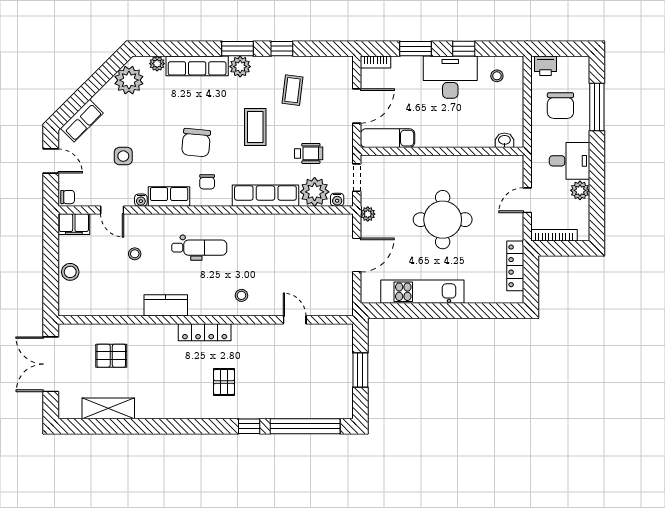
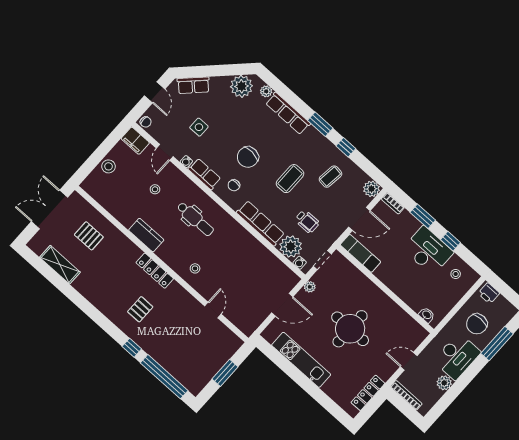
plant: (240, 67) -> (371, 189), moved
desk: (569, 161) -> (457, 356), width x1.37

